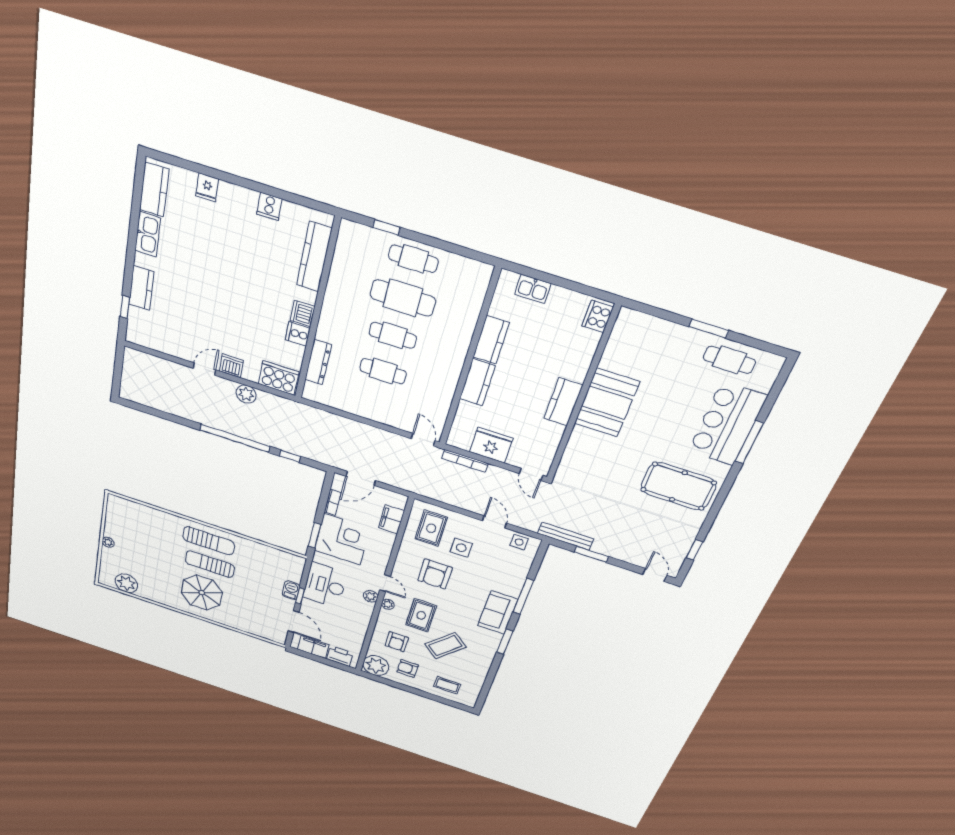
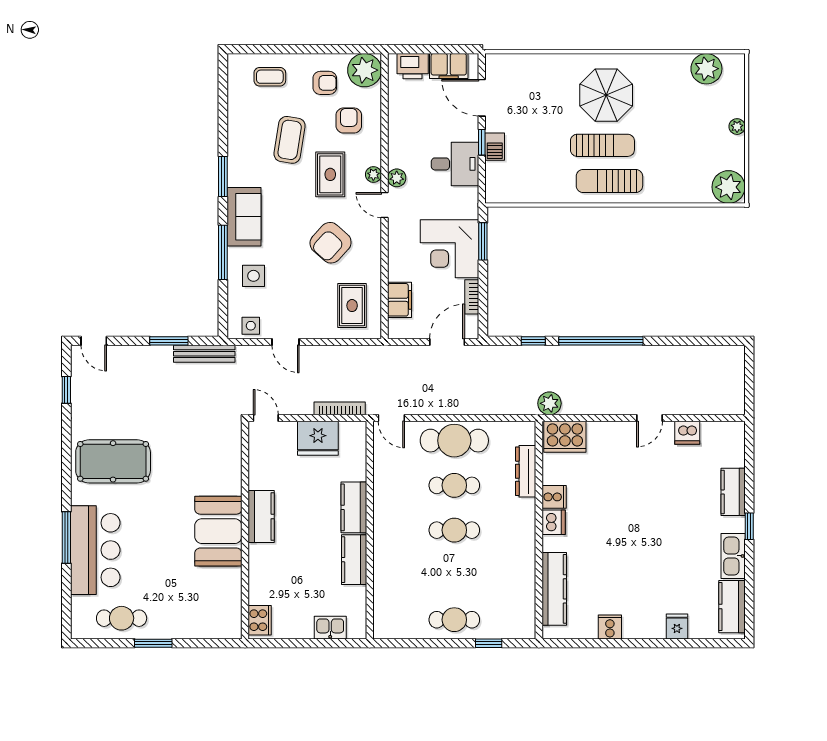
cafe table: (403, 298) -> (454, 441), moved
window: (125, 307) -> (749, 526), moved
dishwasher: (231, 366) -> (687, 433), moved
plant: (246, 394) -> (549, 403), moved
plant: (119, 507) -> (729, 187), added
side table: (461, 548) -> (254, 276), moved
armchair: (435, 574) -> (331, 243), turned -138
desk: (325, 585) -> (455, 164), width x0.73
coffee table: (445, 646) -> (290, 140), turned -33

